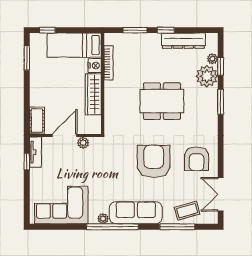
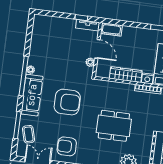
dining table: (162, 101) -> (114, 126), turned 90
armchair: (154, 161) -> (67, 102), moved
corner sofa: (61, 205) -> (45, 40), removed

